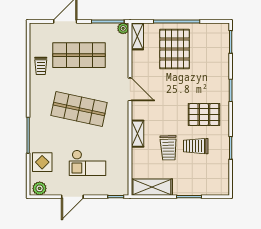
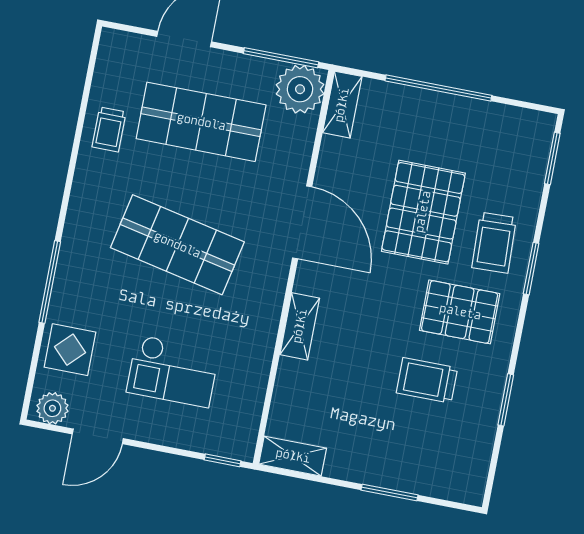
plant: (123, 28) -> (300, 89), width x1.87, depth x1.87
pallet: (175, 49) -> (423, 212), moved
door: (130, 89) -> (302, 222), width x1.36
trolley: (168, 148) -> (494, 243), moved
shelving: (152, 187) -> (293, 456), width x0.67, depth x0.75
door: (72, 197) -> (98, 436), moved

